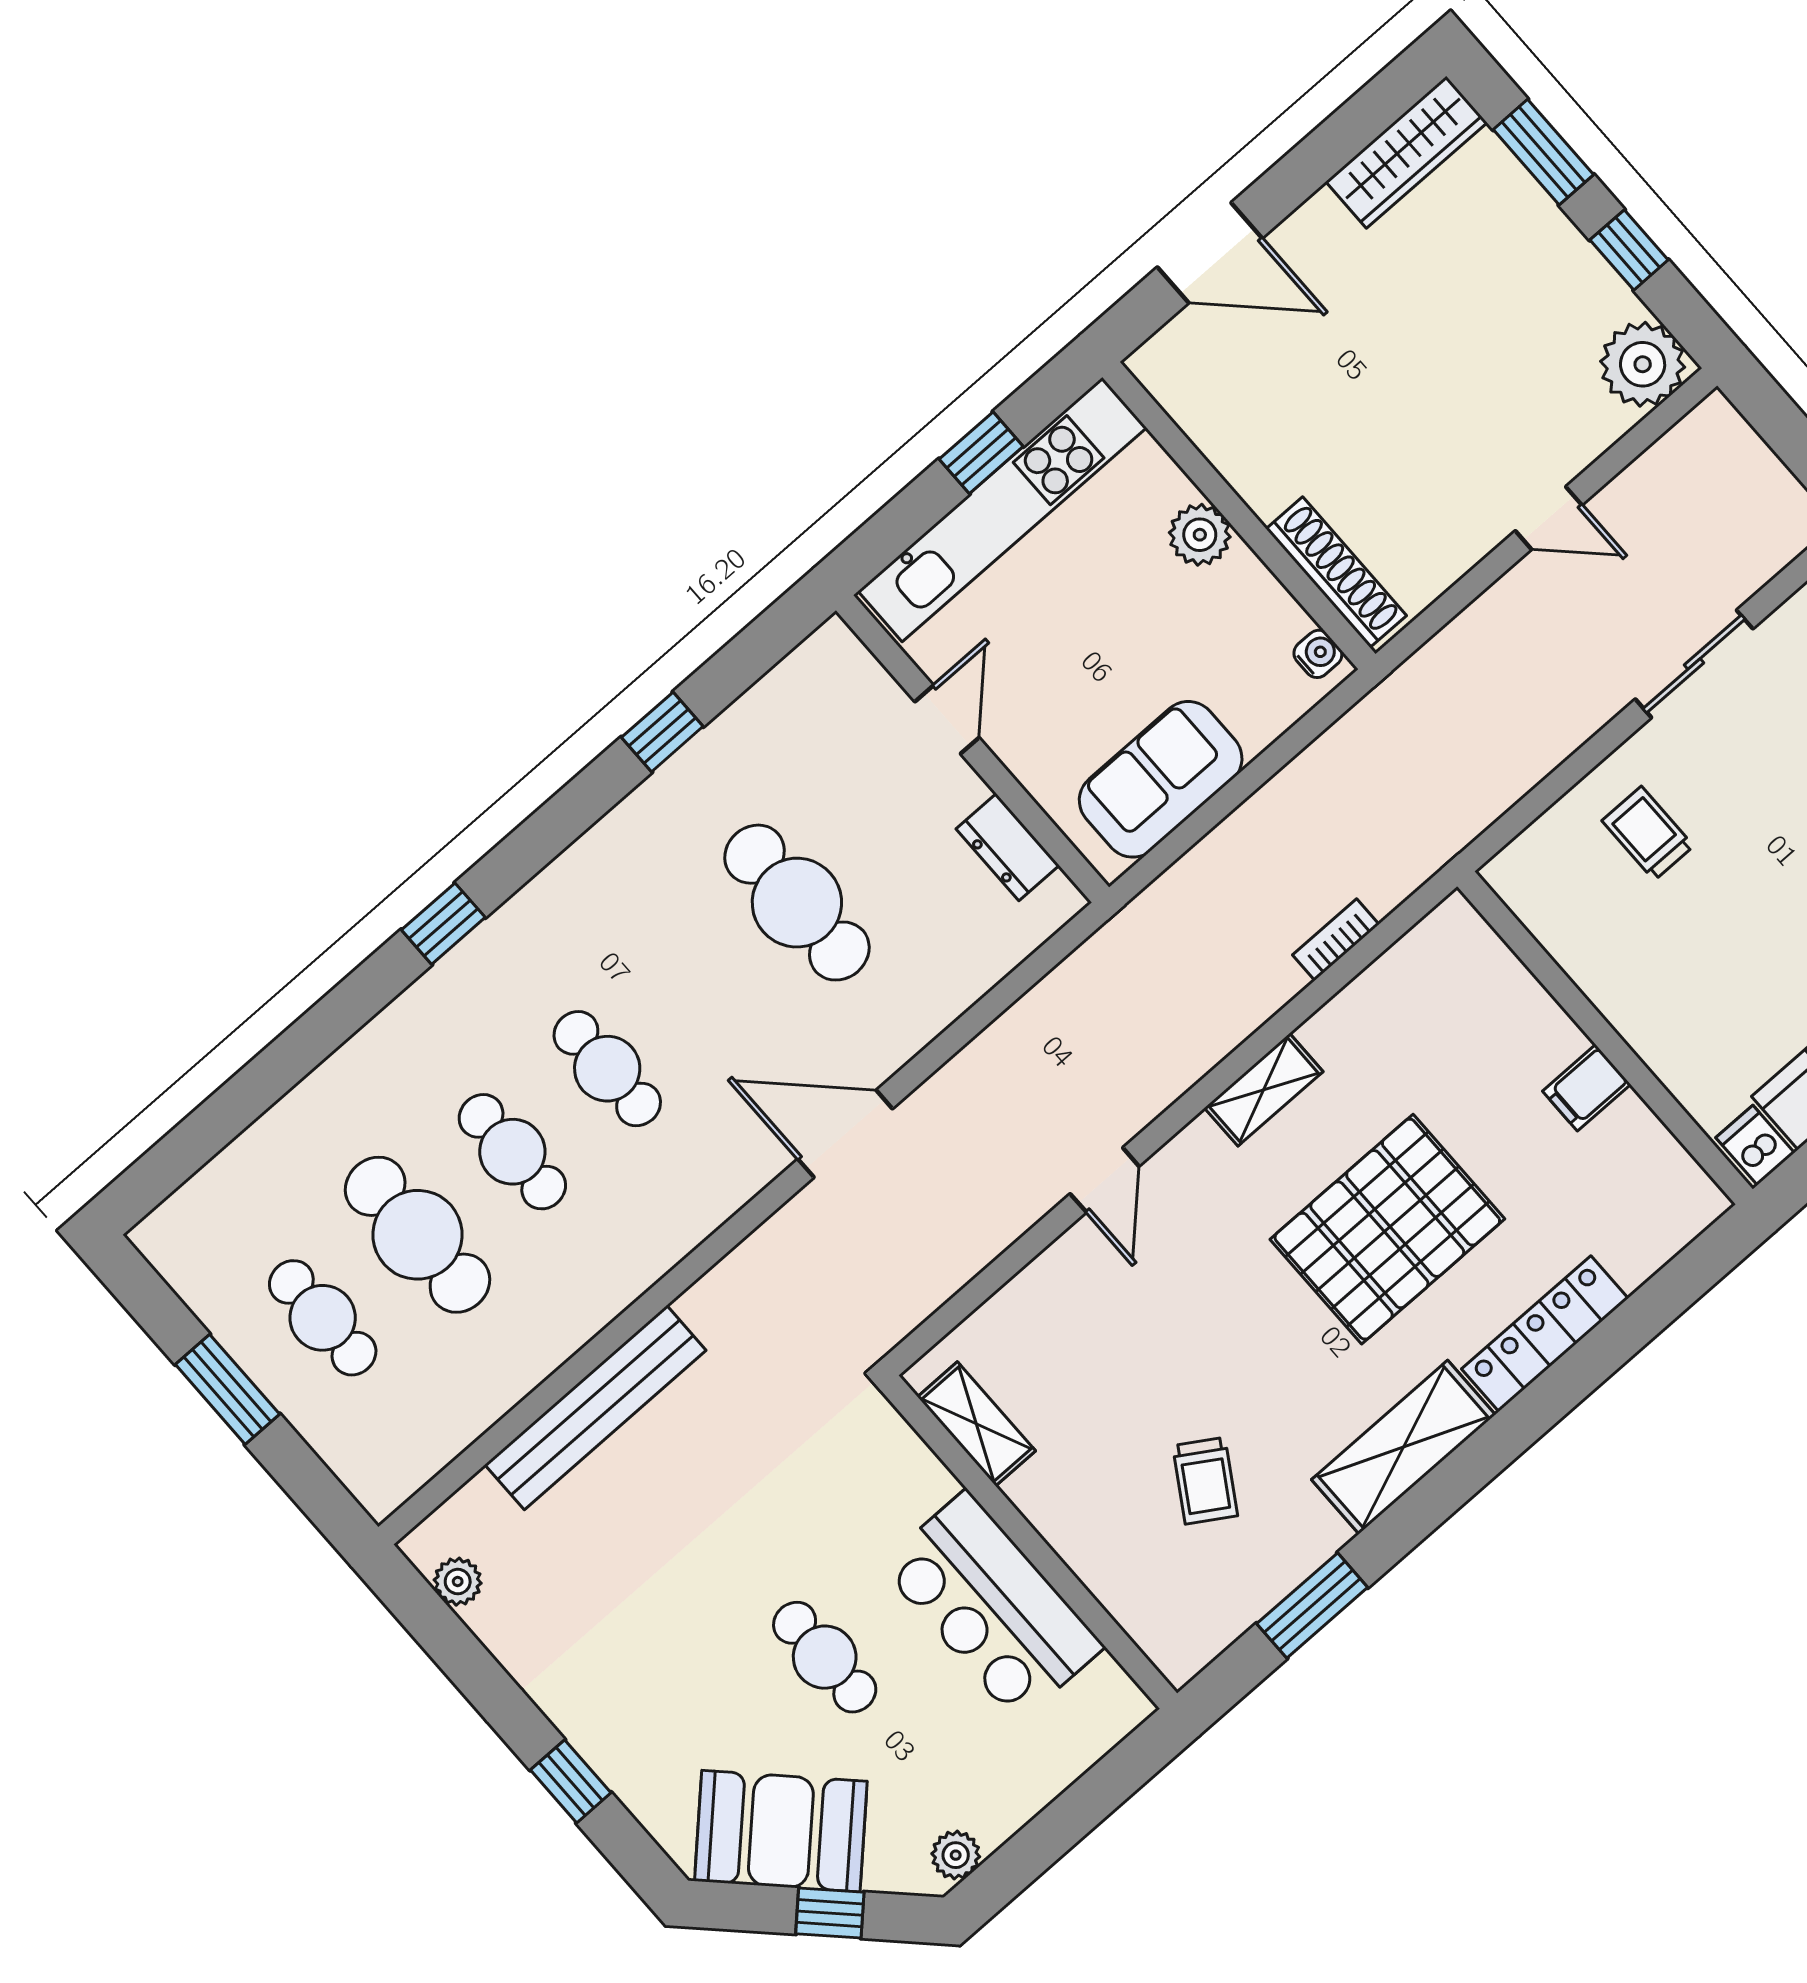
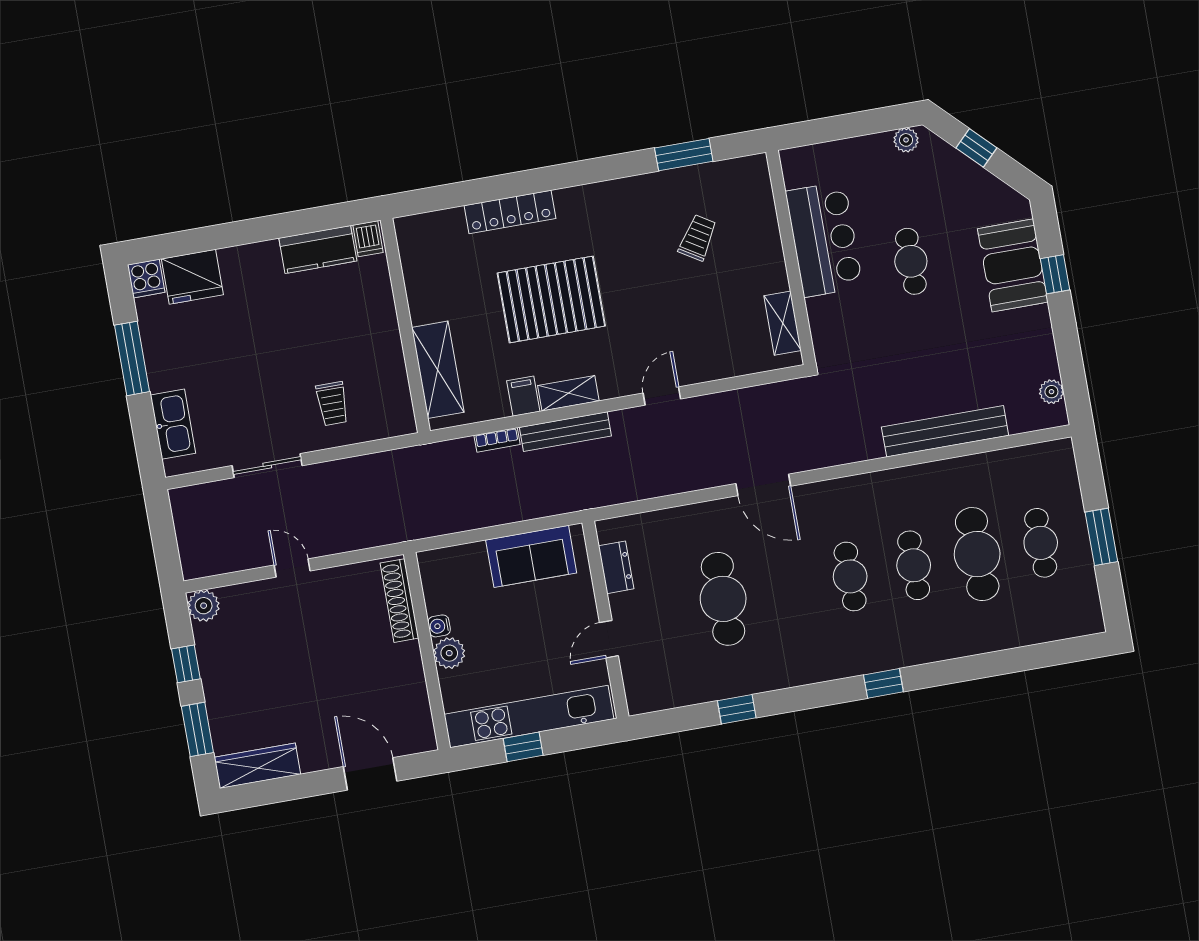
plant: (1643, 364) -> (204, 606), width x0.73, depth x0.73
water cooler: (1318, 654) -> (439, 626), moved
bench: (1230, 1023) -> (565, 432), added
filing cabinet: (1587, 1088) -> (523, 396), moved, turned -90
shelving: (1403, 1447) -> (438, 370), moved, turned 90
booth: (781, 1831) -> (1013, 265), moved, turned 45

